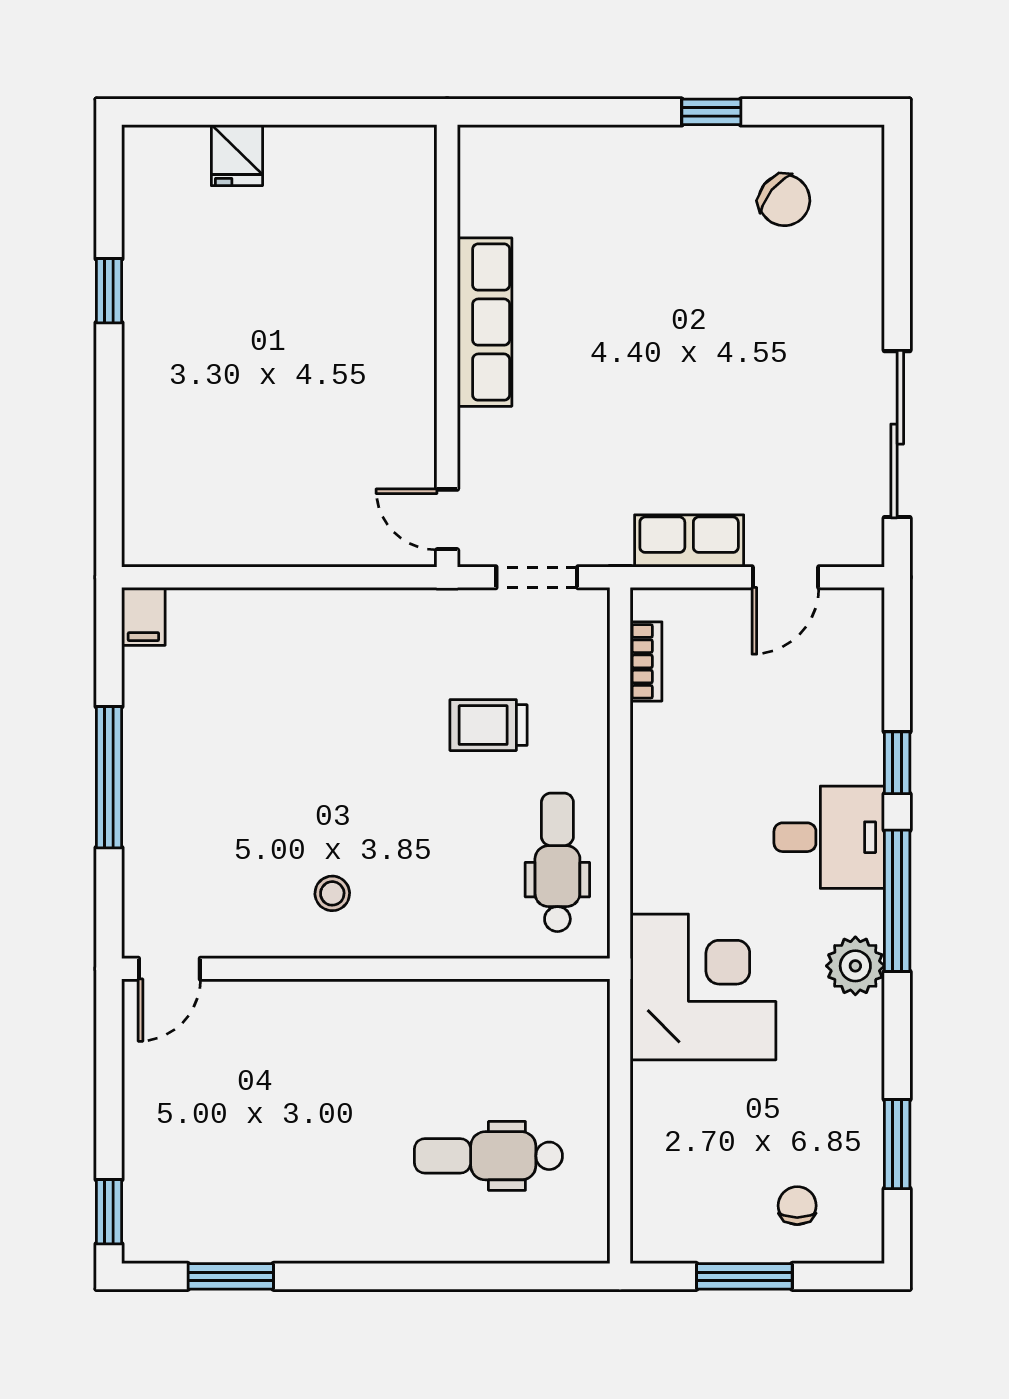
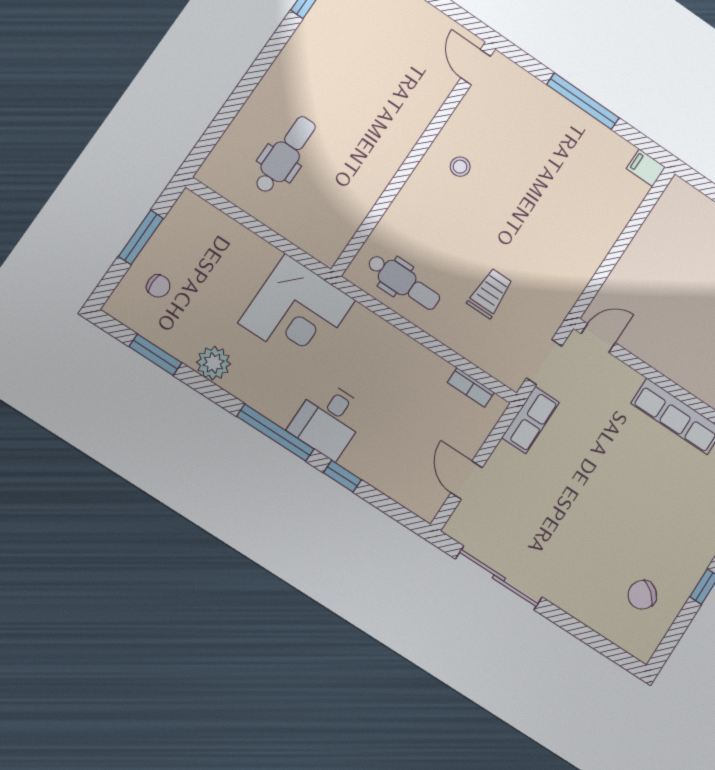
row of seats: (689, 541) -> (530, 420), moved
plant: (855, 966) -> (214, 363), moved

